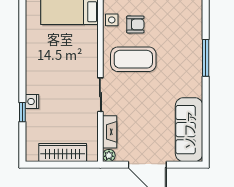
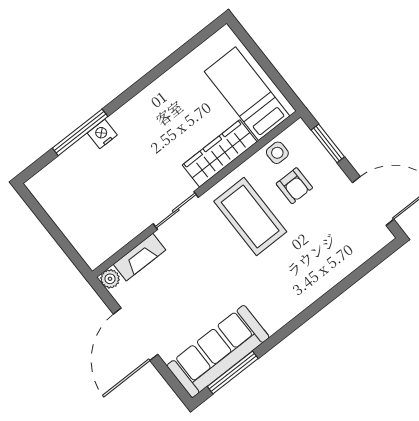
window: (206, 58) -> (233, 373), moved
window: (22, 112) -> (80, 132), width x2.17
wardrobe: (63, 153) -> (220, 153), moved, turned -90

